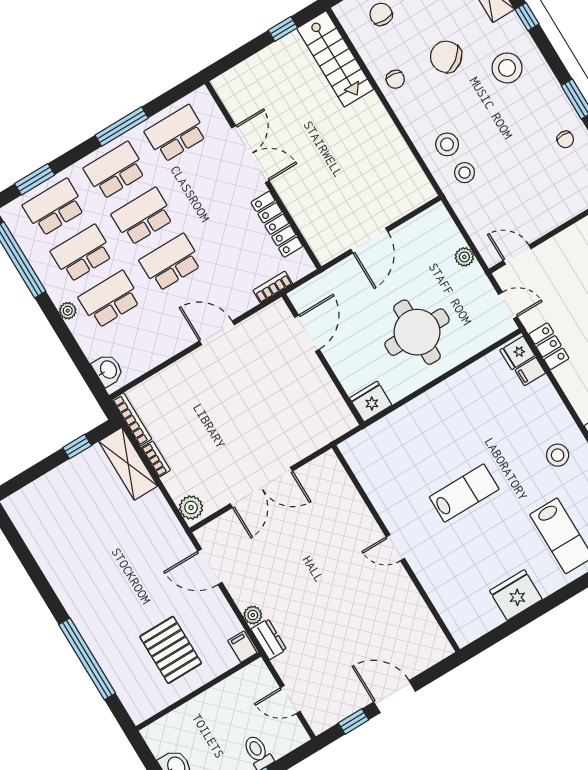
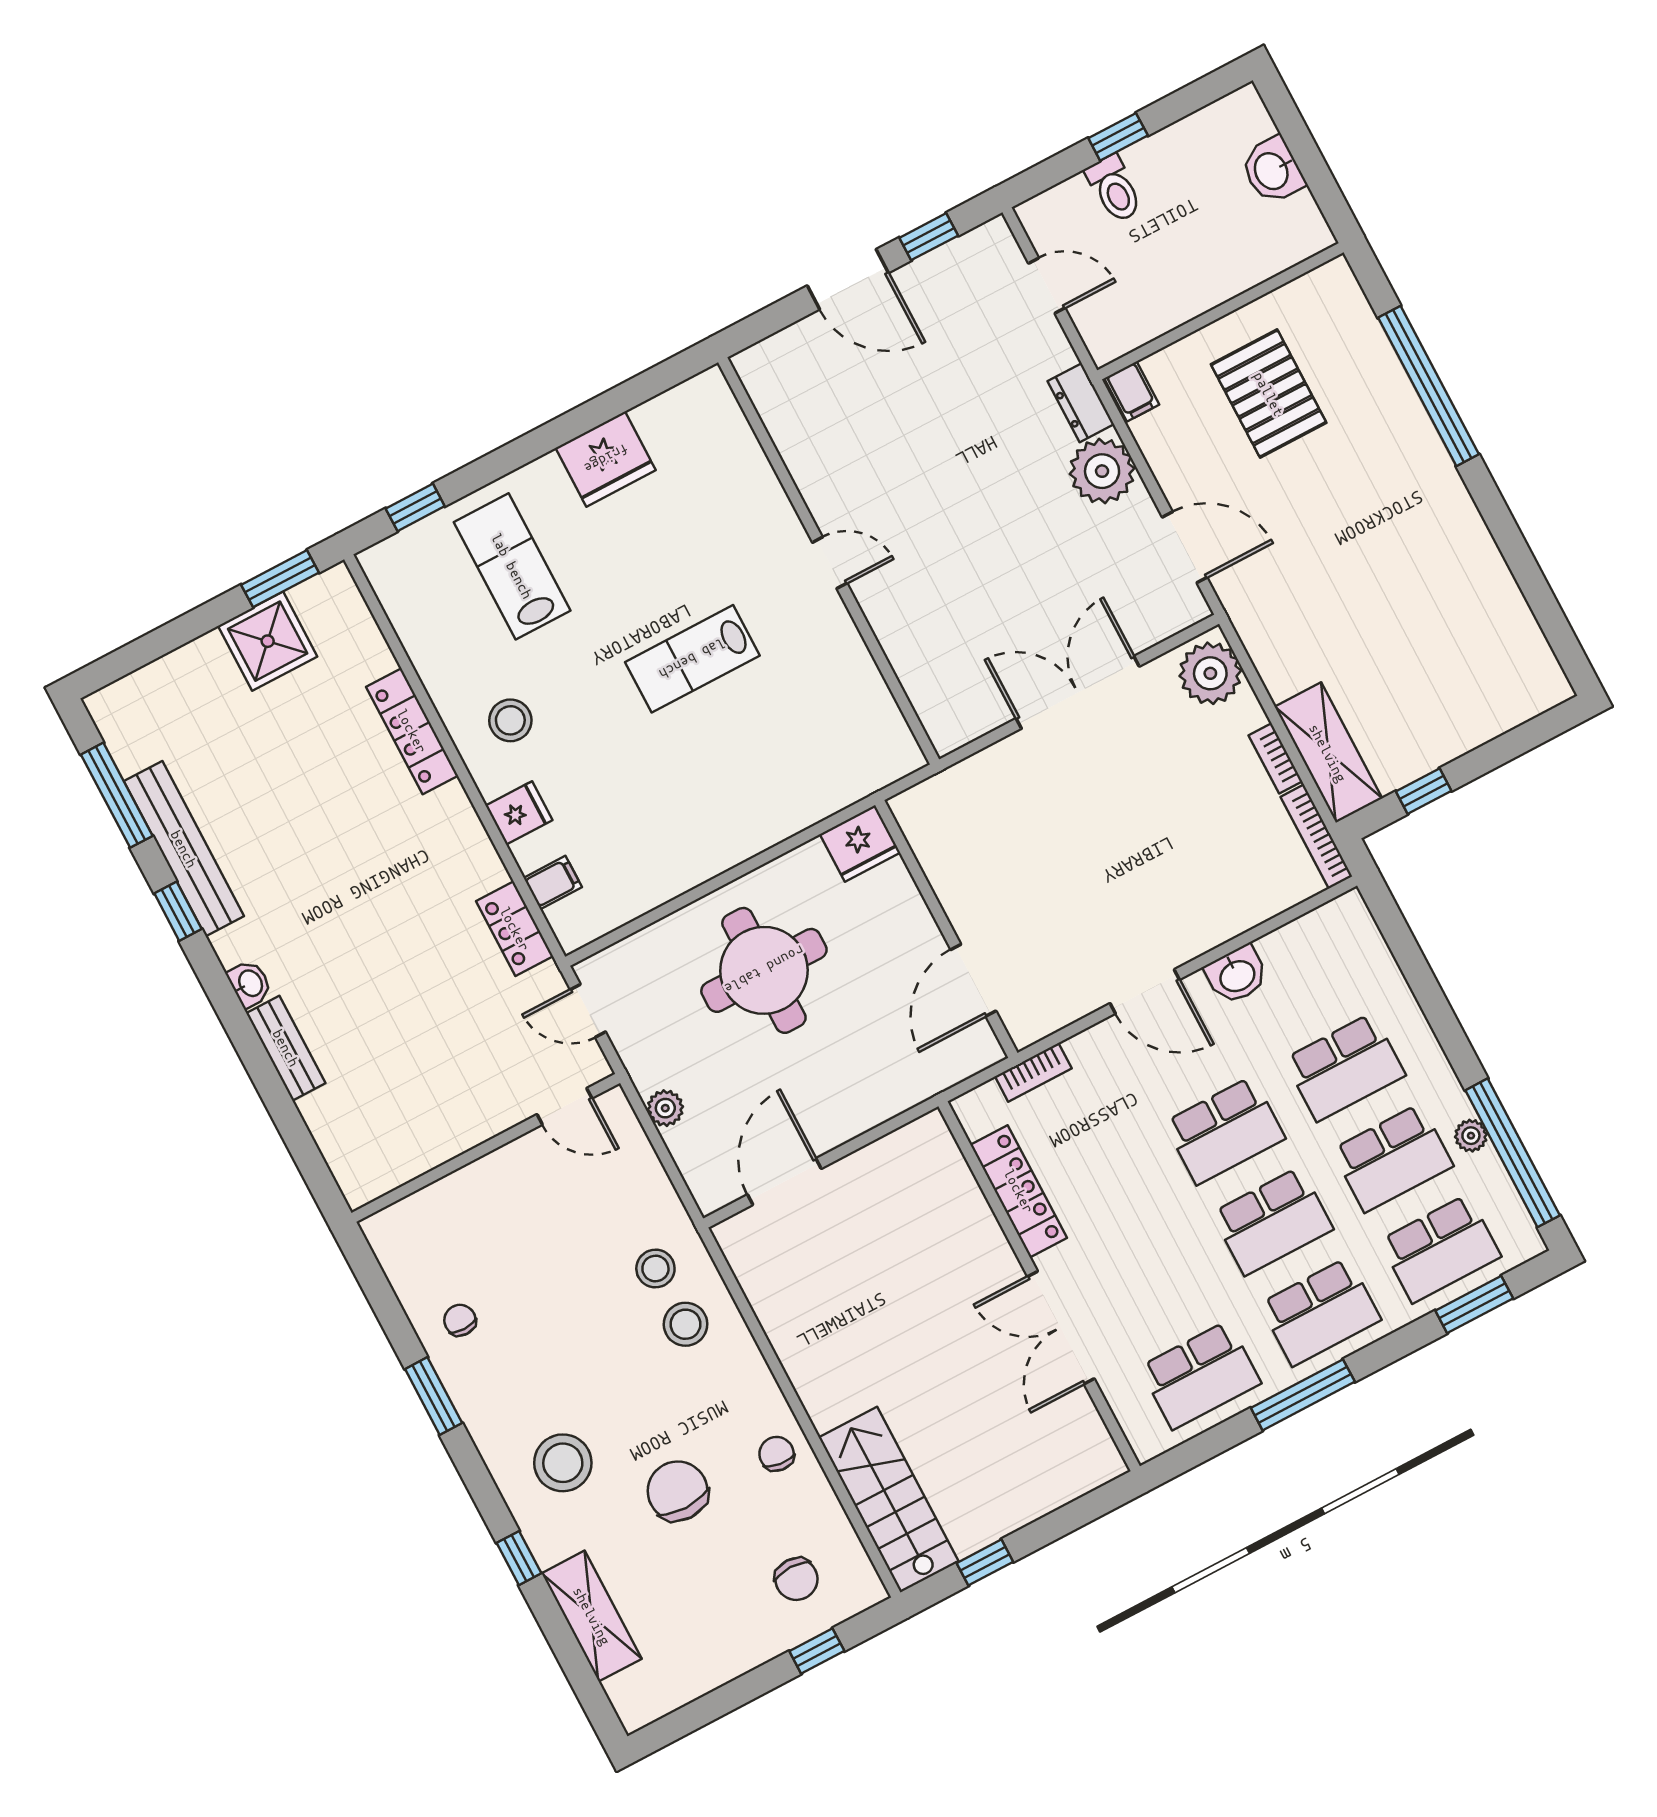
chair: (446, 57) -> (678, 1491), turned -143
door: (369, 241) -> (784, 1182), moved
plant: (68, 311) -> (1471, 1136), moved
fridge: (517, 353) -> (519, 813), moved
washbasin: (108, 370) -> (1237, 975), moved, turned -90
plant: (191, 508) -> (1210, 673), width x1.36, depth x1.36
plant: (253, 615) -> (1102, 471), width x1.88, depth x1.88

